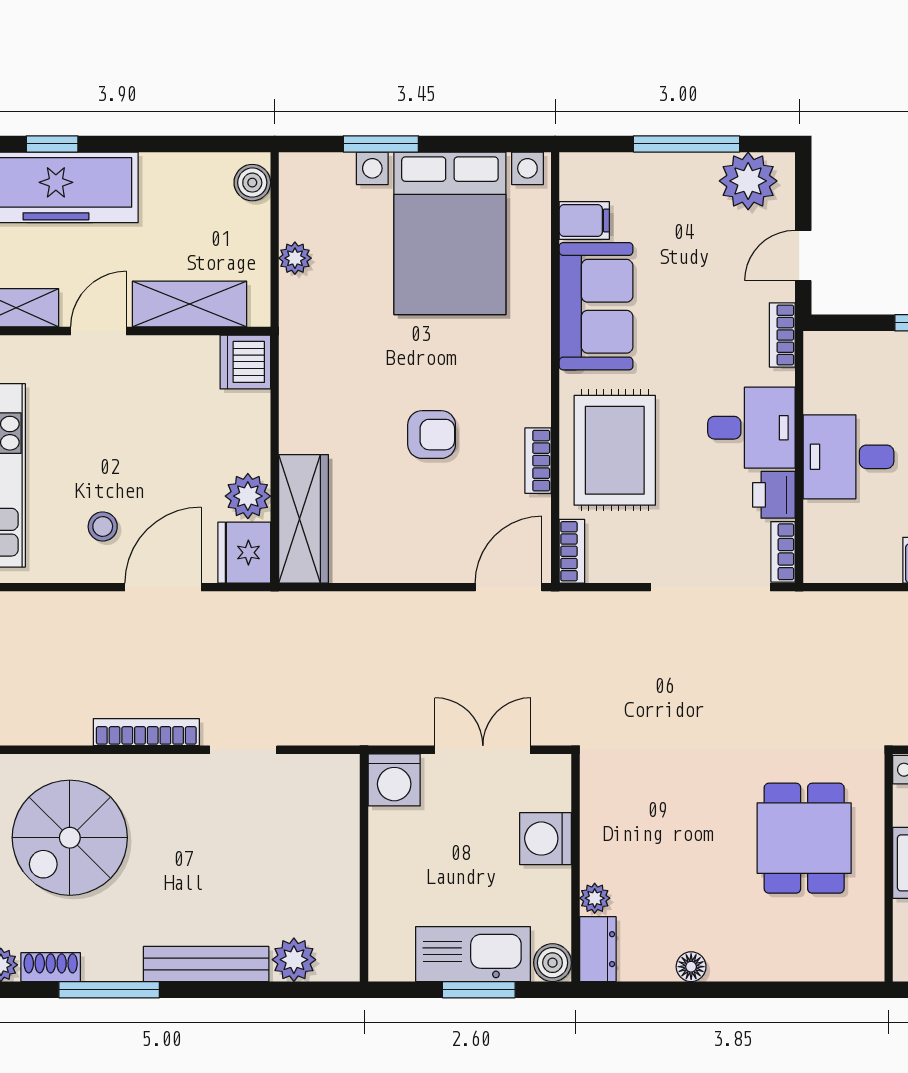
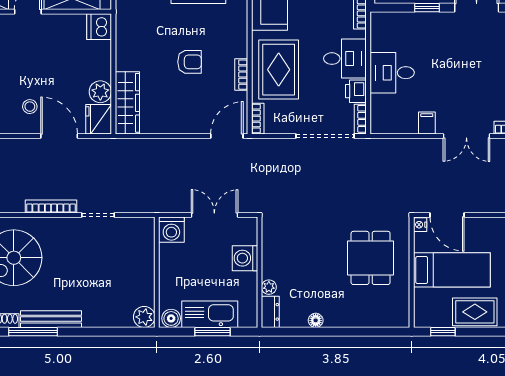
door: (163, 587) -> (59, 136), hinge flipped
plant: (294, 960) -> (144, 317), moved
boiler: (553, 963) -> (171, 318), moved
bench: (206, 964) -> (51, 319), moved

